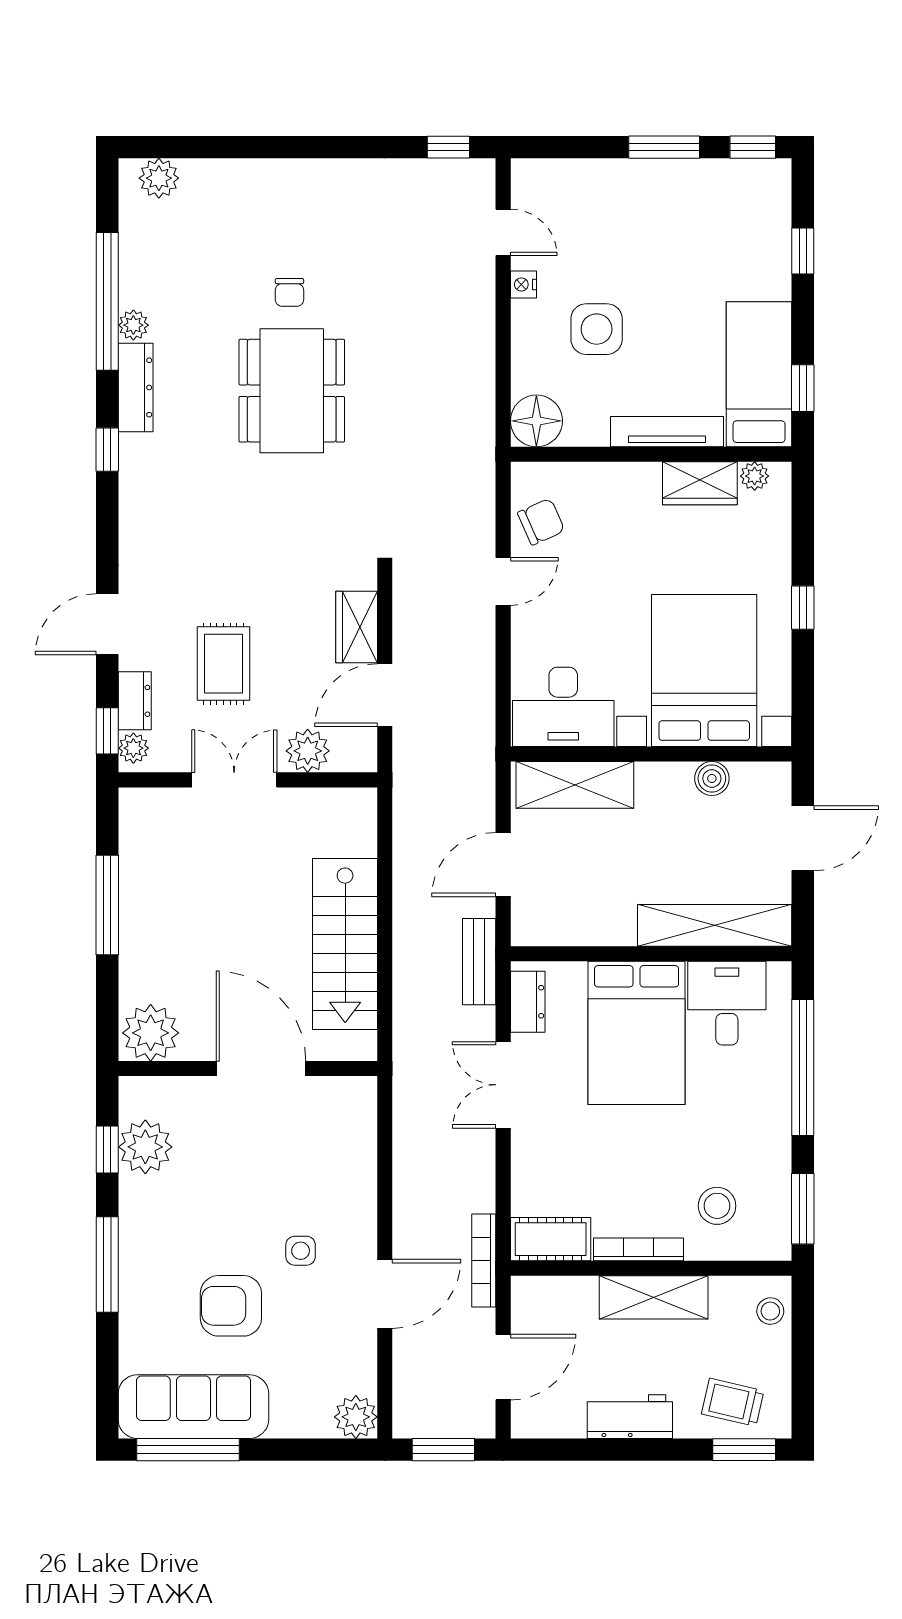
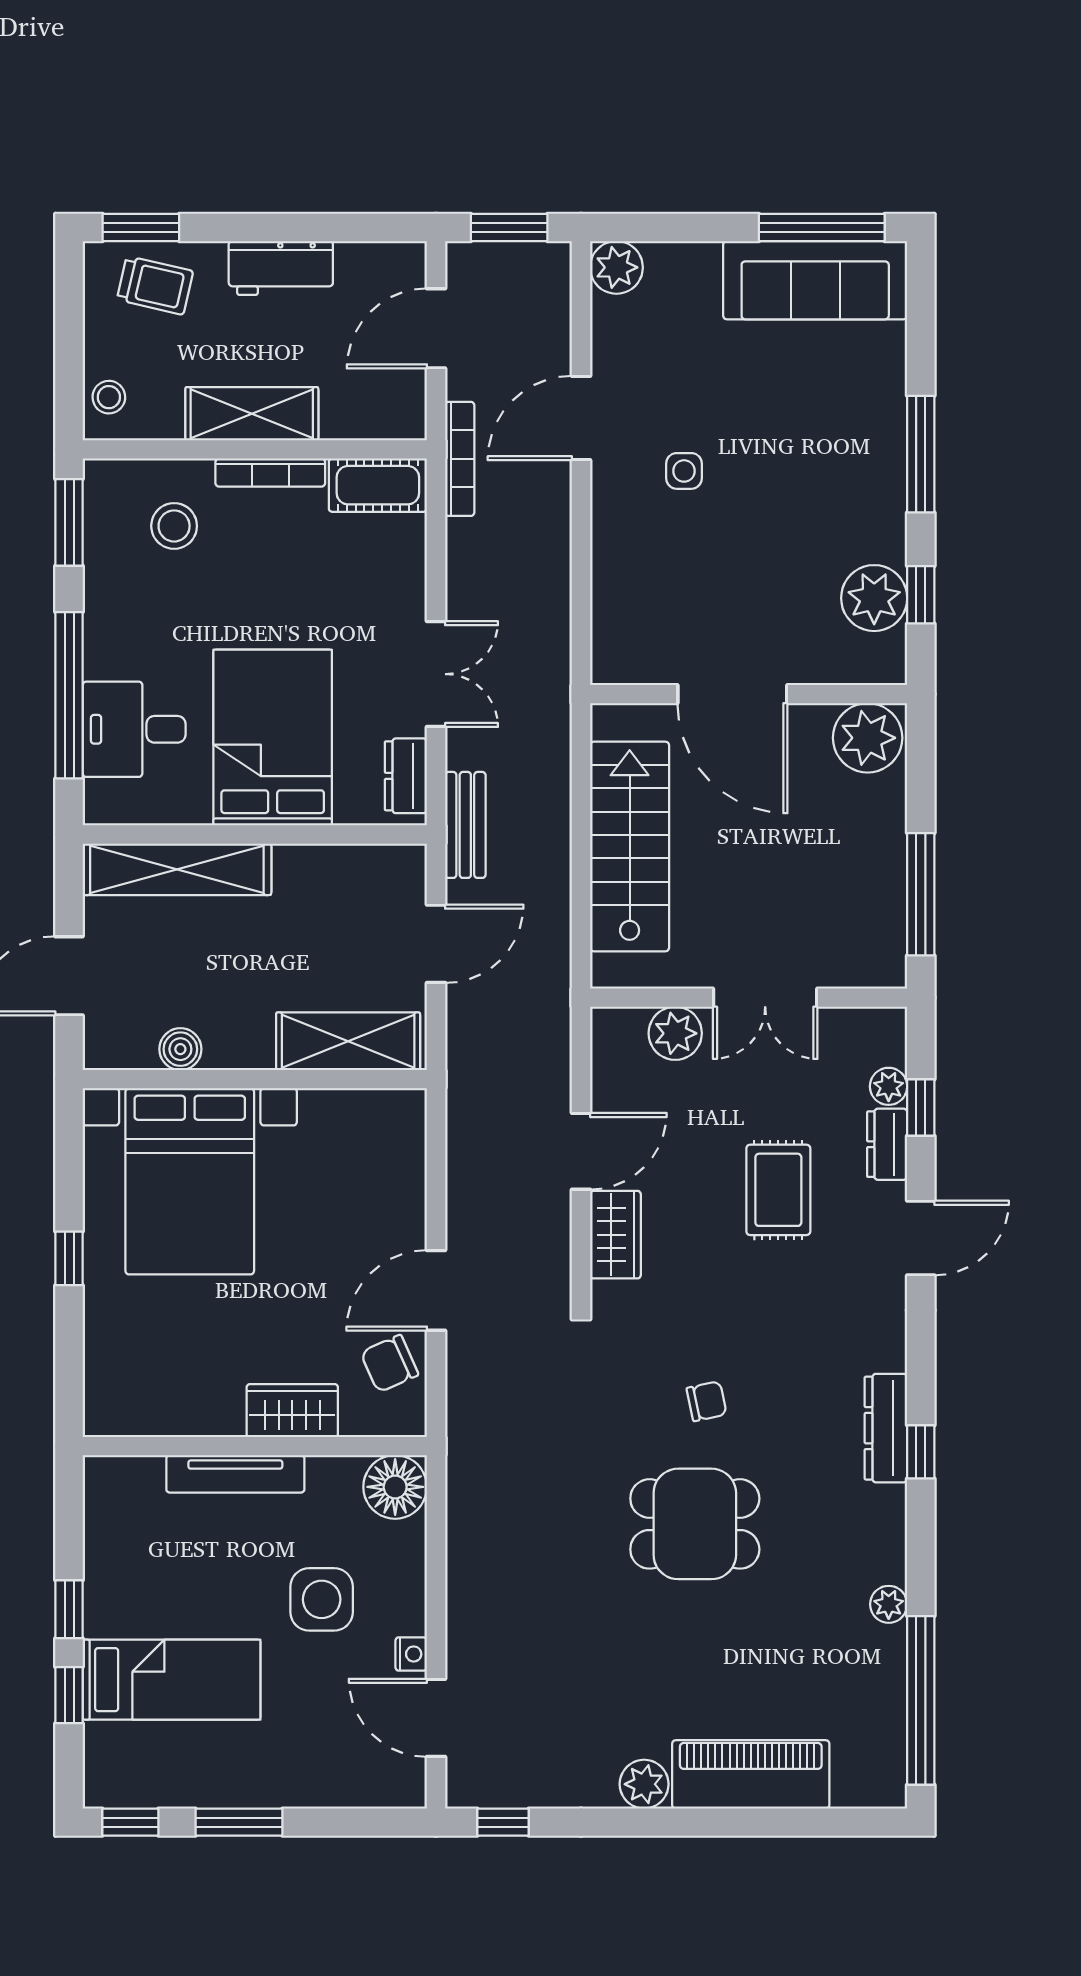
plant: (159, 178) -> (644, 1784), moved
piano: (246, 186) -> (751, 1774), added
door: (503, 232) -> (436, 1718), width x1.38
chair: (289, 292) -> (707, 1401), moved, turned 78
window: (107, 301) -> (921, 1700), moved
bed: (759, 374) -> (172, 1680), moved, turned -90
dresser: (136, 387) -> (886, 1428), moved
window: (803, 388) -> (69, 1609), moved
dining table: (292, 391) -> (695, 1524), width x0.73
plant: (755, 476) -> (128, 1419), removed
wardrobe: (700, 483) -> (292, 1411), moved
door: (503, 581) -> (436, 1290), width x1.38
desk: (563, 707) -> (362, 1137), removed
plant: (308, 751) -> (675, 1033), moved
double door: (234, 780) -> (765, 998), moved
wall: (248, 780) -> (749, 998), moved
desk: (727, 1003) -> (134, 729), moved, turned 90
armchair: (231, 1306) -> (769, 404), removed

